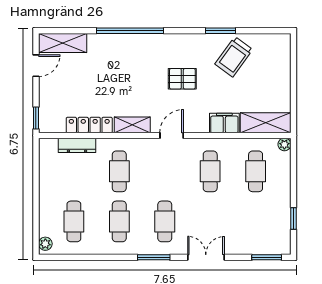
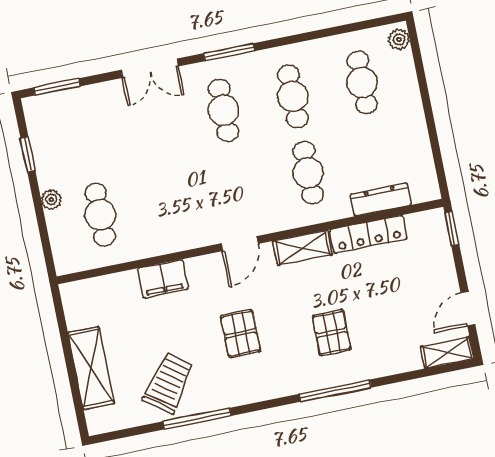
window: (130, 31) -> (335, 391), width x0.68
window: (221, 31) -> (197, 419), width x1.44
shelving: (63, 43) -> (447, 353), width x0.67, depth x0.75
pallet: (125, 68) -> (332, 333), added
pallet: (182, 79) -> (241, 334), turned 90
shelving: (266, 123) -> (91, 368), moved, turned 90
plant: (284, 144) -> (51, 199), moved
cafe table: (210, 171) -> (170, 201), removed

